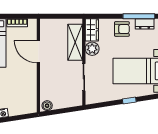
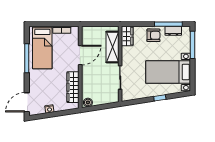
plant: (92, 49) -> (127, 53), removed
door: (38, 52) -> (80, 55), swing flipped
wardrobe: (30, 88) -> (73, 87), added

